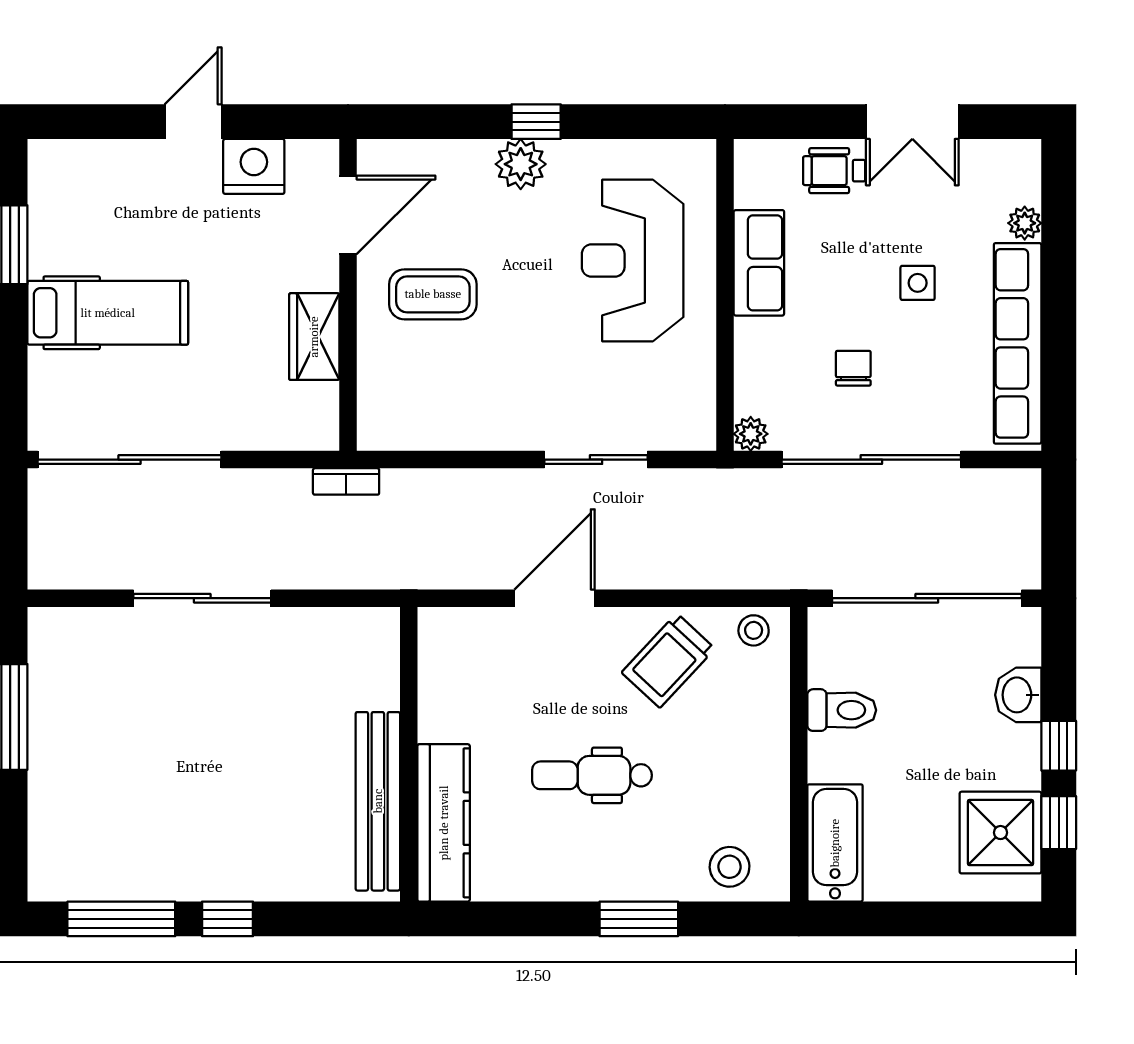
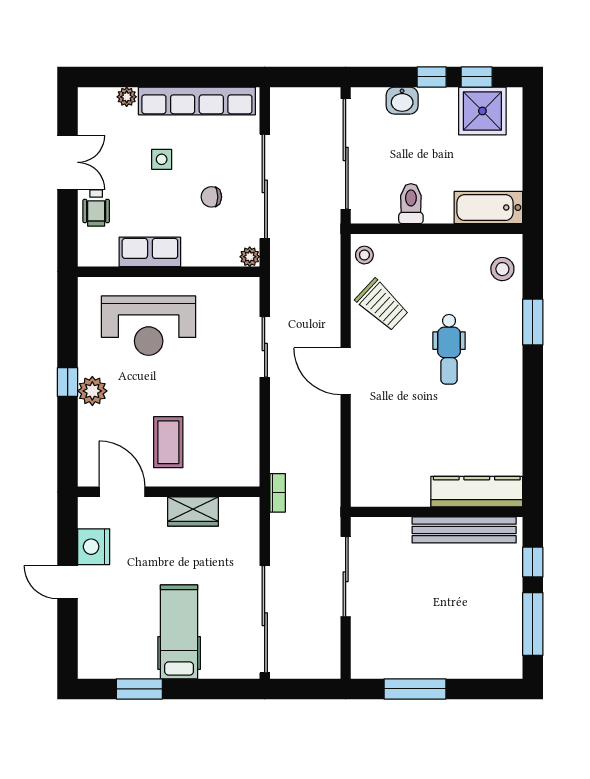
wall: (409, 754) -> (437, 512), moved
bench: (378, 801) -> (464, 530), moved
kitchen counter: (444, 823) -> (477, 492), moved

